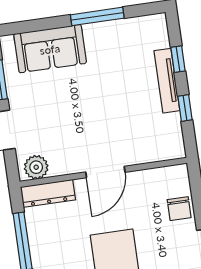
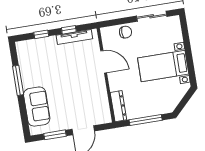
tv unit: (167, 81) -> (74, 37), moved
plant: (36, 167) -> (104, 113), removed
door: (105, 172) -> (104, 62), moved

